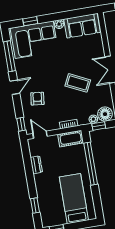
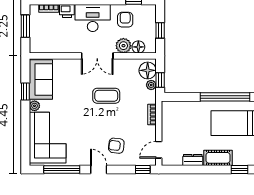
window: (30, 21) -> (25, 91), moved
coffee table: (78, 83) -> (106, 96), turned 64
cot: (71, 139) -> (218, 158), moved, turned 90
window: (91, 164) -> (225, 97), moved

